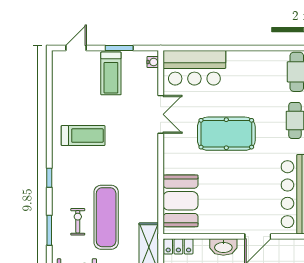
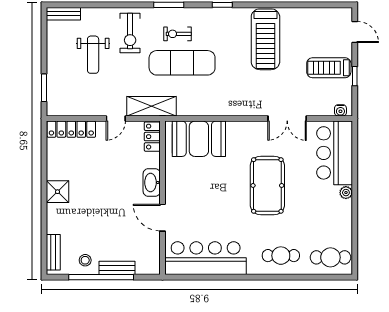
window: (119, 48) -> (355, 76), width x0.67
plant: (233, 57) -> (346, 193), added
treadmill: (83, 136) -> (265, 39), width x1.37, depth x1.38
exercise bike: (78, 222) -> (177, 34), turned 180

